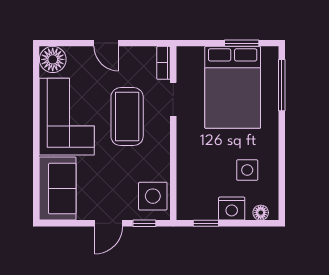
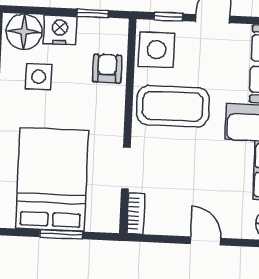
window: (242, 43) -> (61, 234), moved
coffee table: (127, 117) -> (173, 106), moved, turned 90
armchair: (192, 179) -> (107, 69), added
floor lamp: (261, 213) -> (24, 32), width x1.89, depth x1.89

